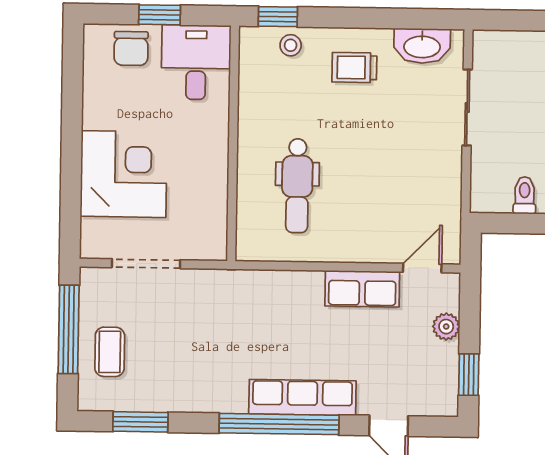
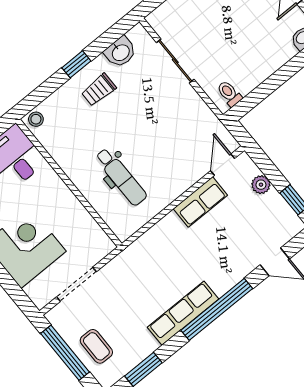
window: (278, 17) -> (76, 64), moved
stool: (291, 45) -> (36, 119), moved
washbasin: (422, 46) -> (120, 52), width x0.72
toilet: (525, 195) -> (229, 94), moved
row of seats: (302, 397) -> (183, 313), moved

